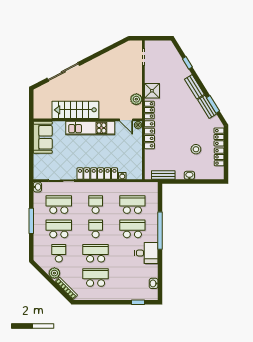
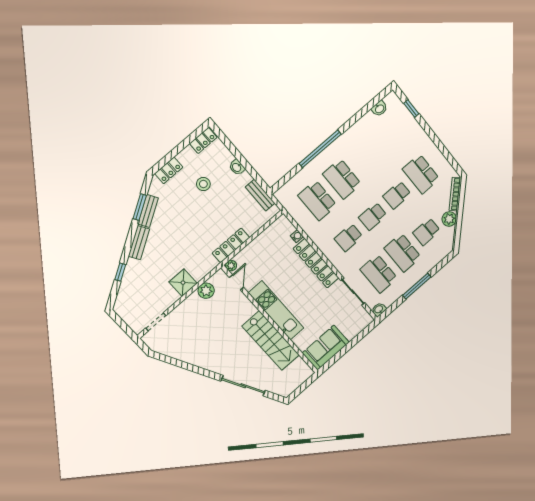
locker: (149, 110) -> (205, 268), removed
locker: (219, 157) -> (203, 140), moved
school desk: (96, 253) -> (397, 195), width x0.54
desk: (146, 253) -> (355, 143), removed

